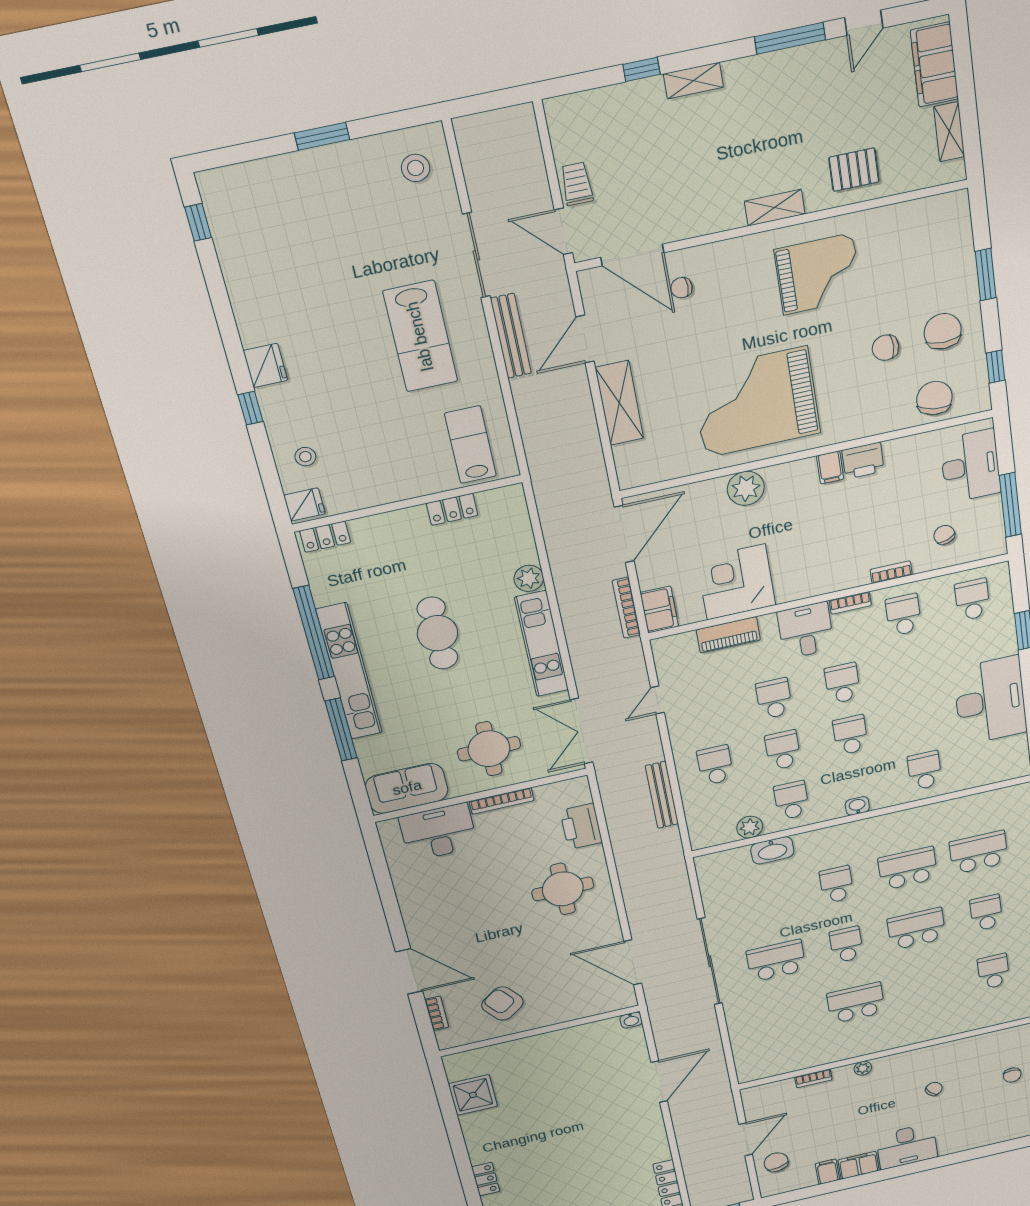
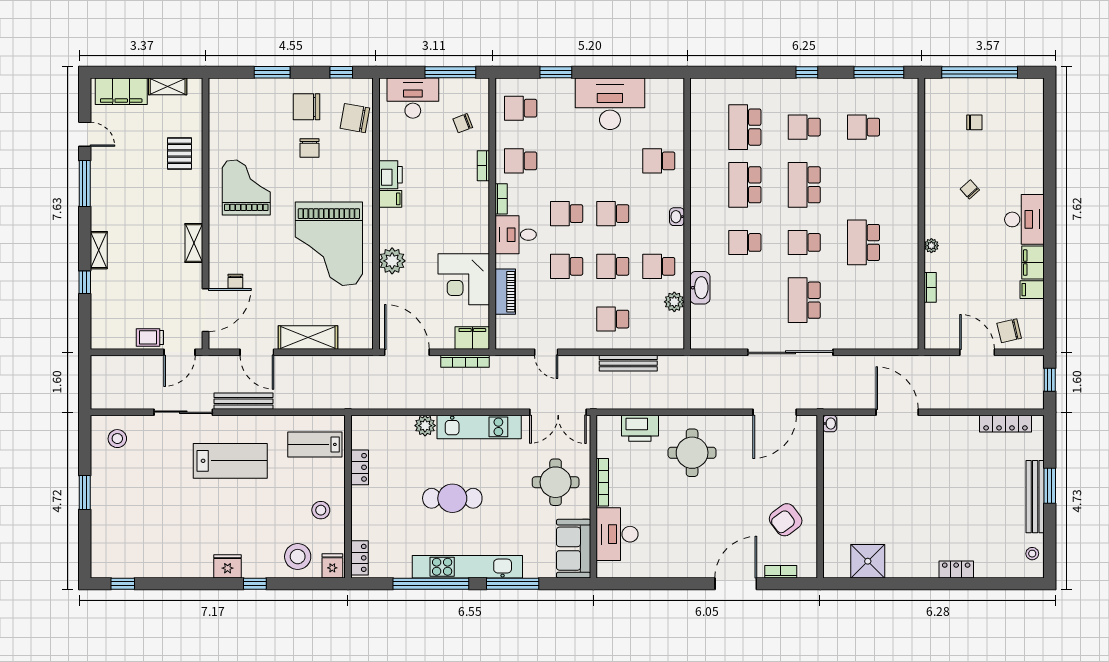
shelving: (775, 208) -> (194, 243), moved
stool: (305, 457) -> (298, 557), width x1.89, depth x1.89
stool: (379, 473) -> (321, 510), added

